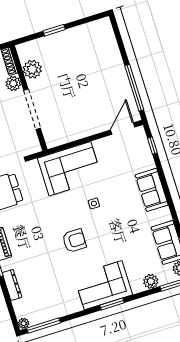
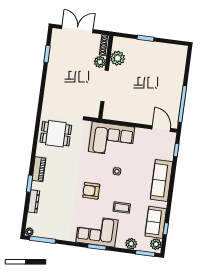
door: (123, 129) -> (161, 129), hinge flipped
sofa: (152, 190) -> (161, 181), width x1.36
armchair: (74, 241) -> (91, 191), turned 180
coffee table: (120, 244) -> (122, 208), added

